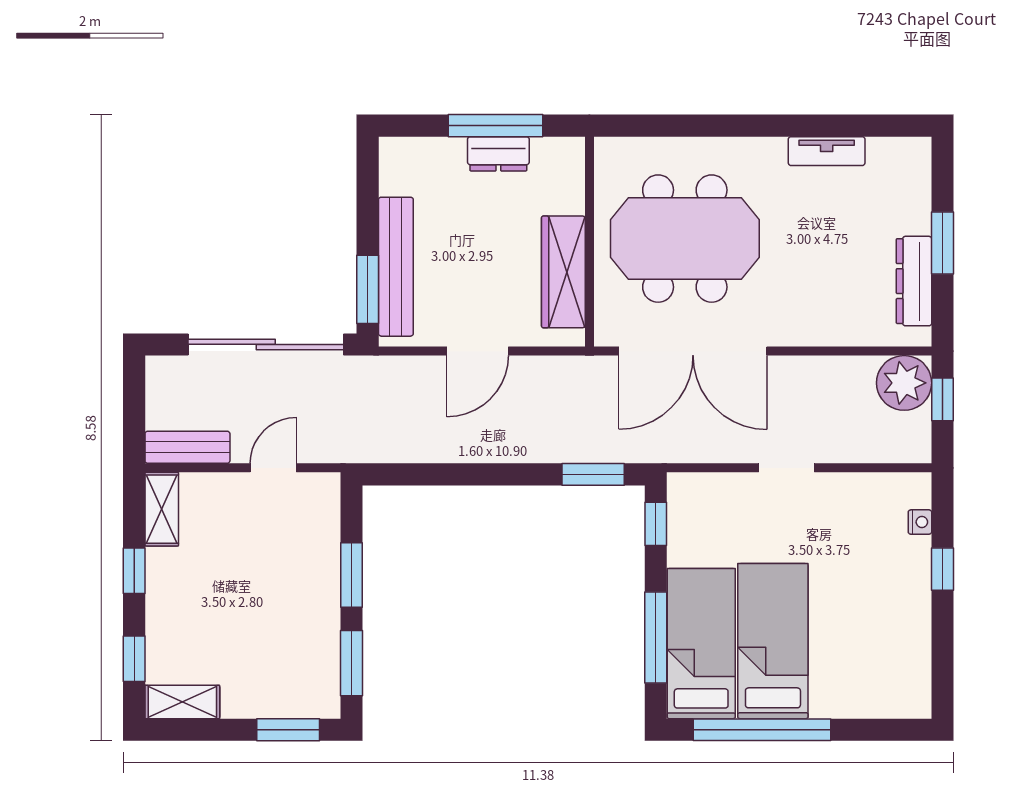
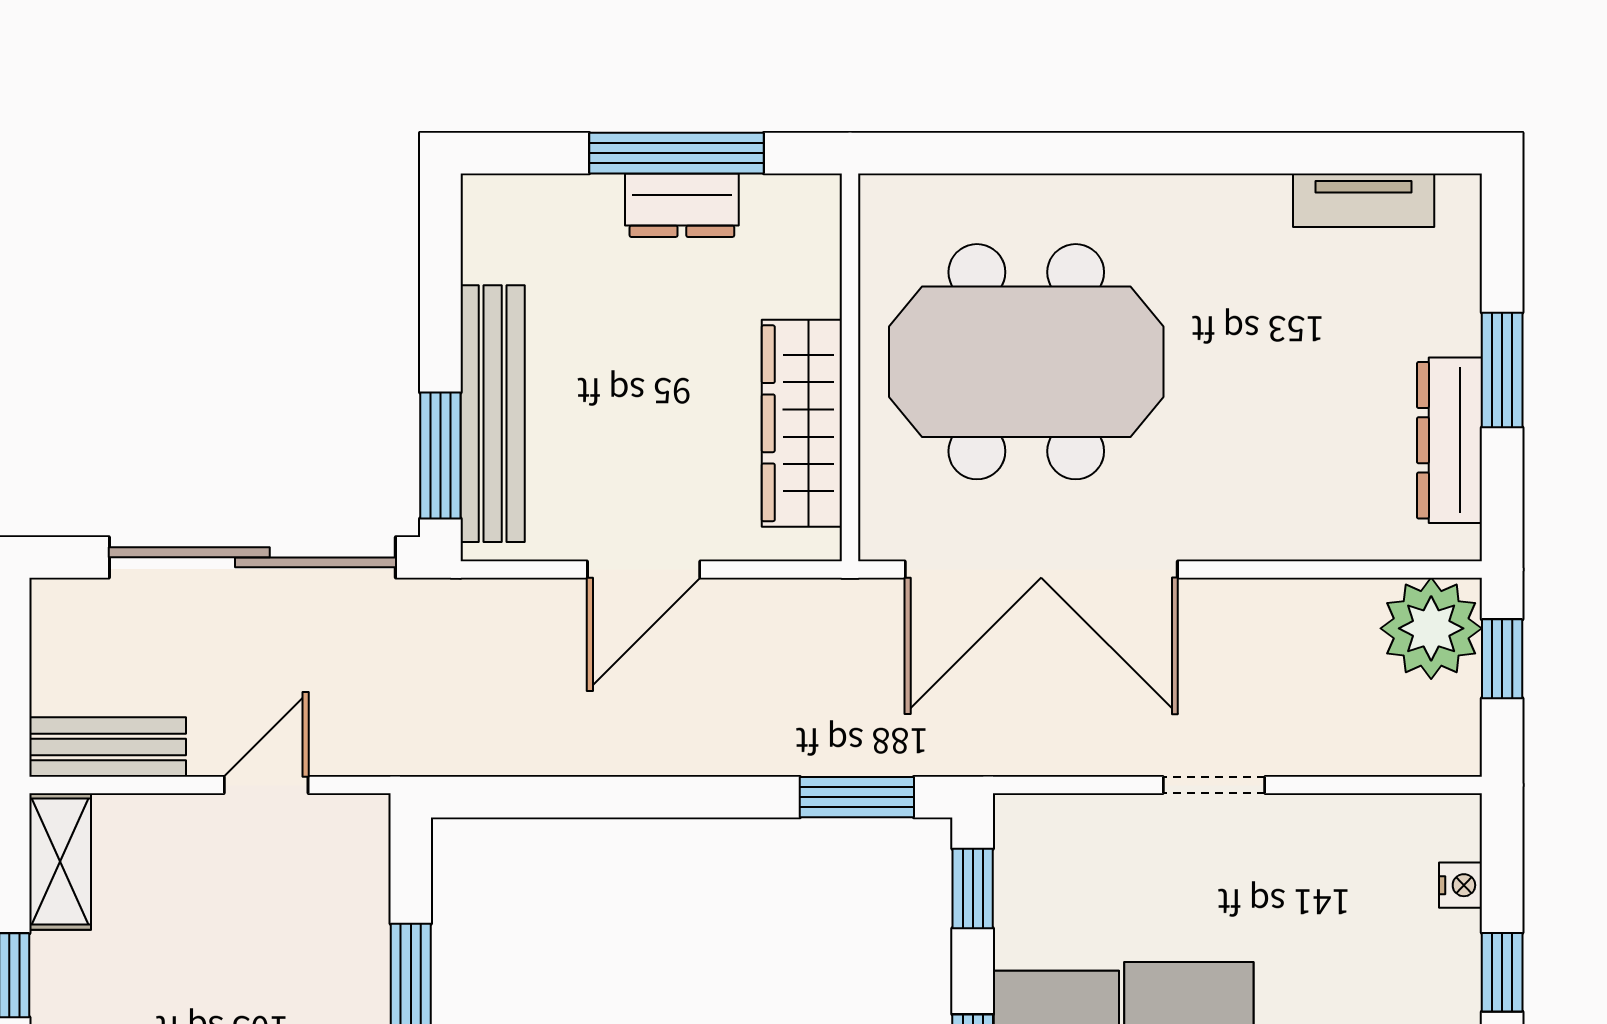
tv unit: (827, 151) -> (1364, 200), moved

